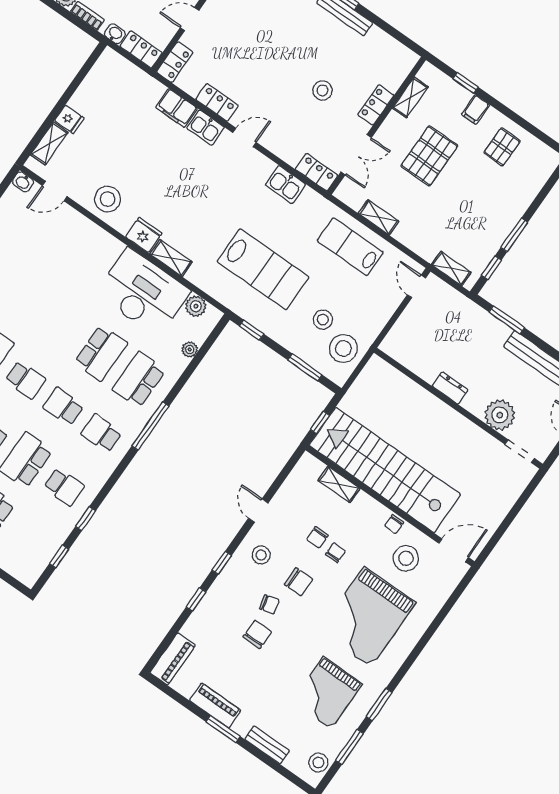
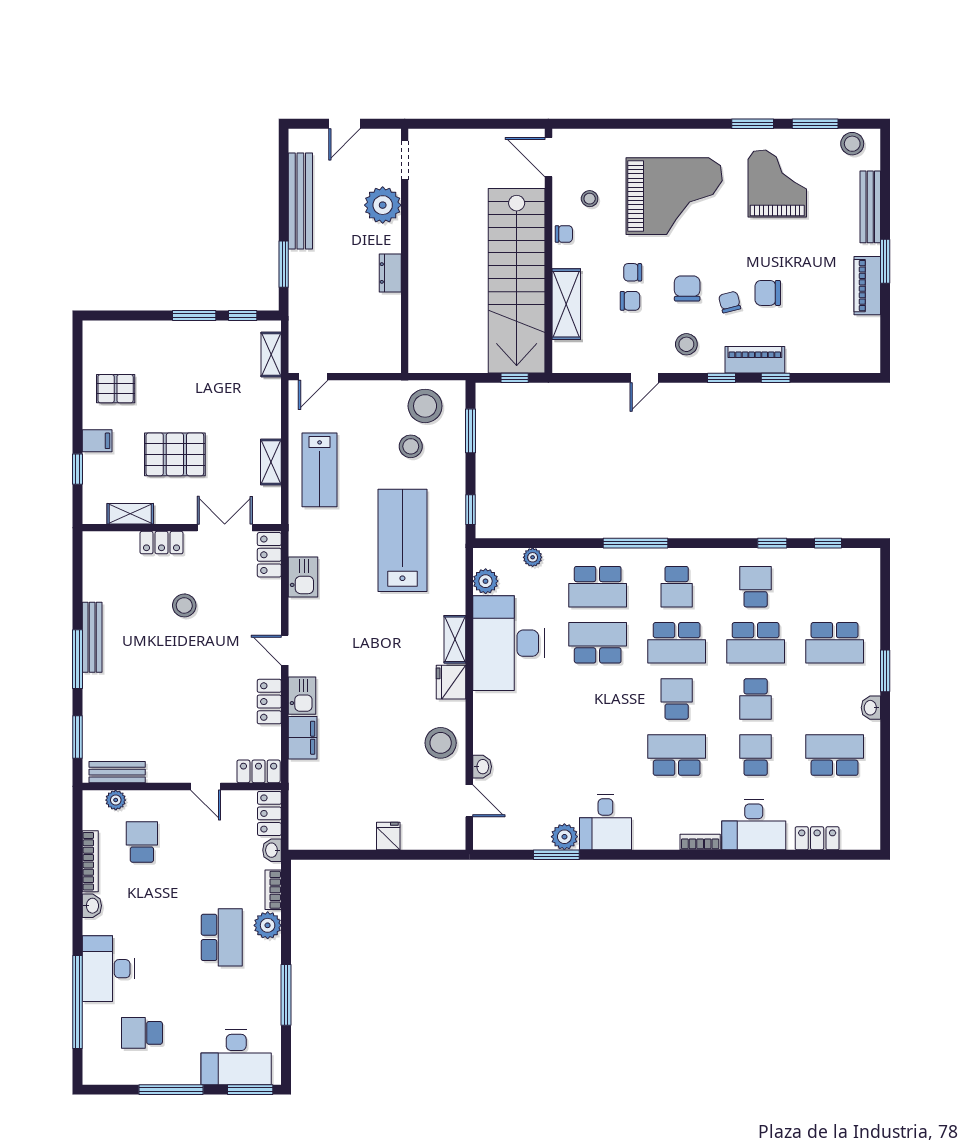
shelving: (49, 144) -> (426, 839), removed
washbasin: (23, 182) -> (482, 767), moved
school desk: (63, 407) -> (677, 643), width x1.85
shelving: (339, 484) -> (566, 304), width x1.50, depth x1.33
stool: (406, 558) -> (590, 199), width x0.53, depth x0.53
piano: (173, 659) -> (755, 360), moved
grand piano: (327, 693) -> (777, 184), turned -90
bench: (267, 745) -> (870, 207), width x1.36

